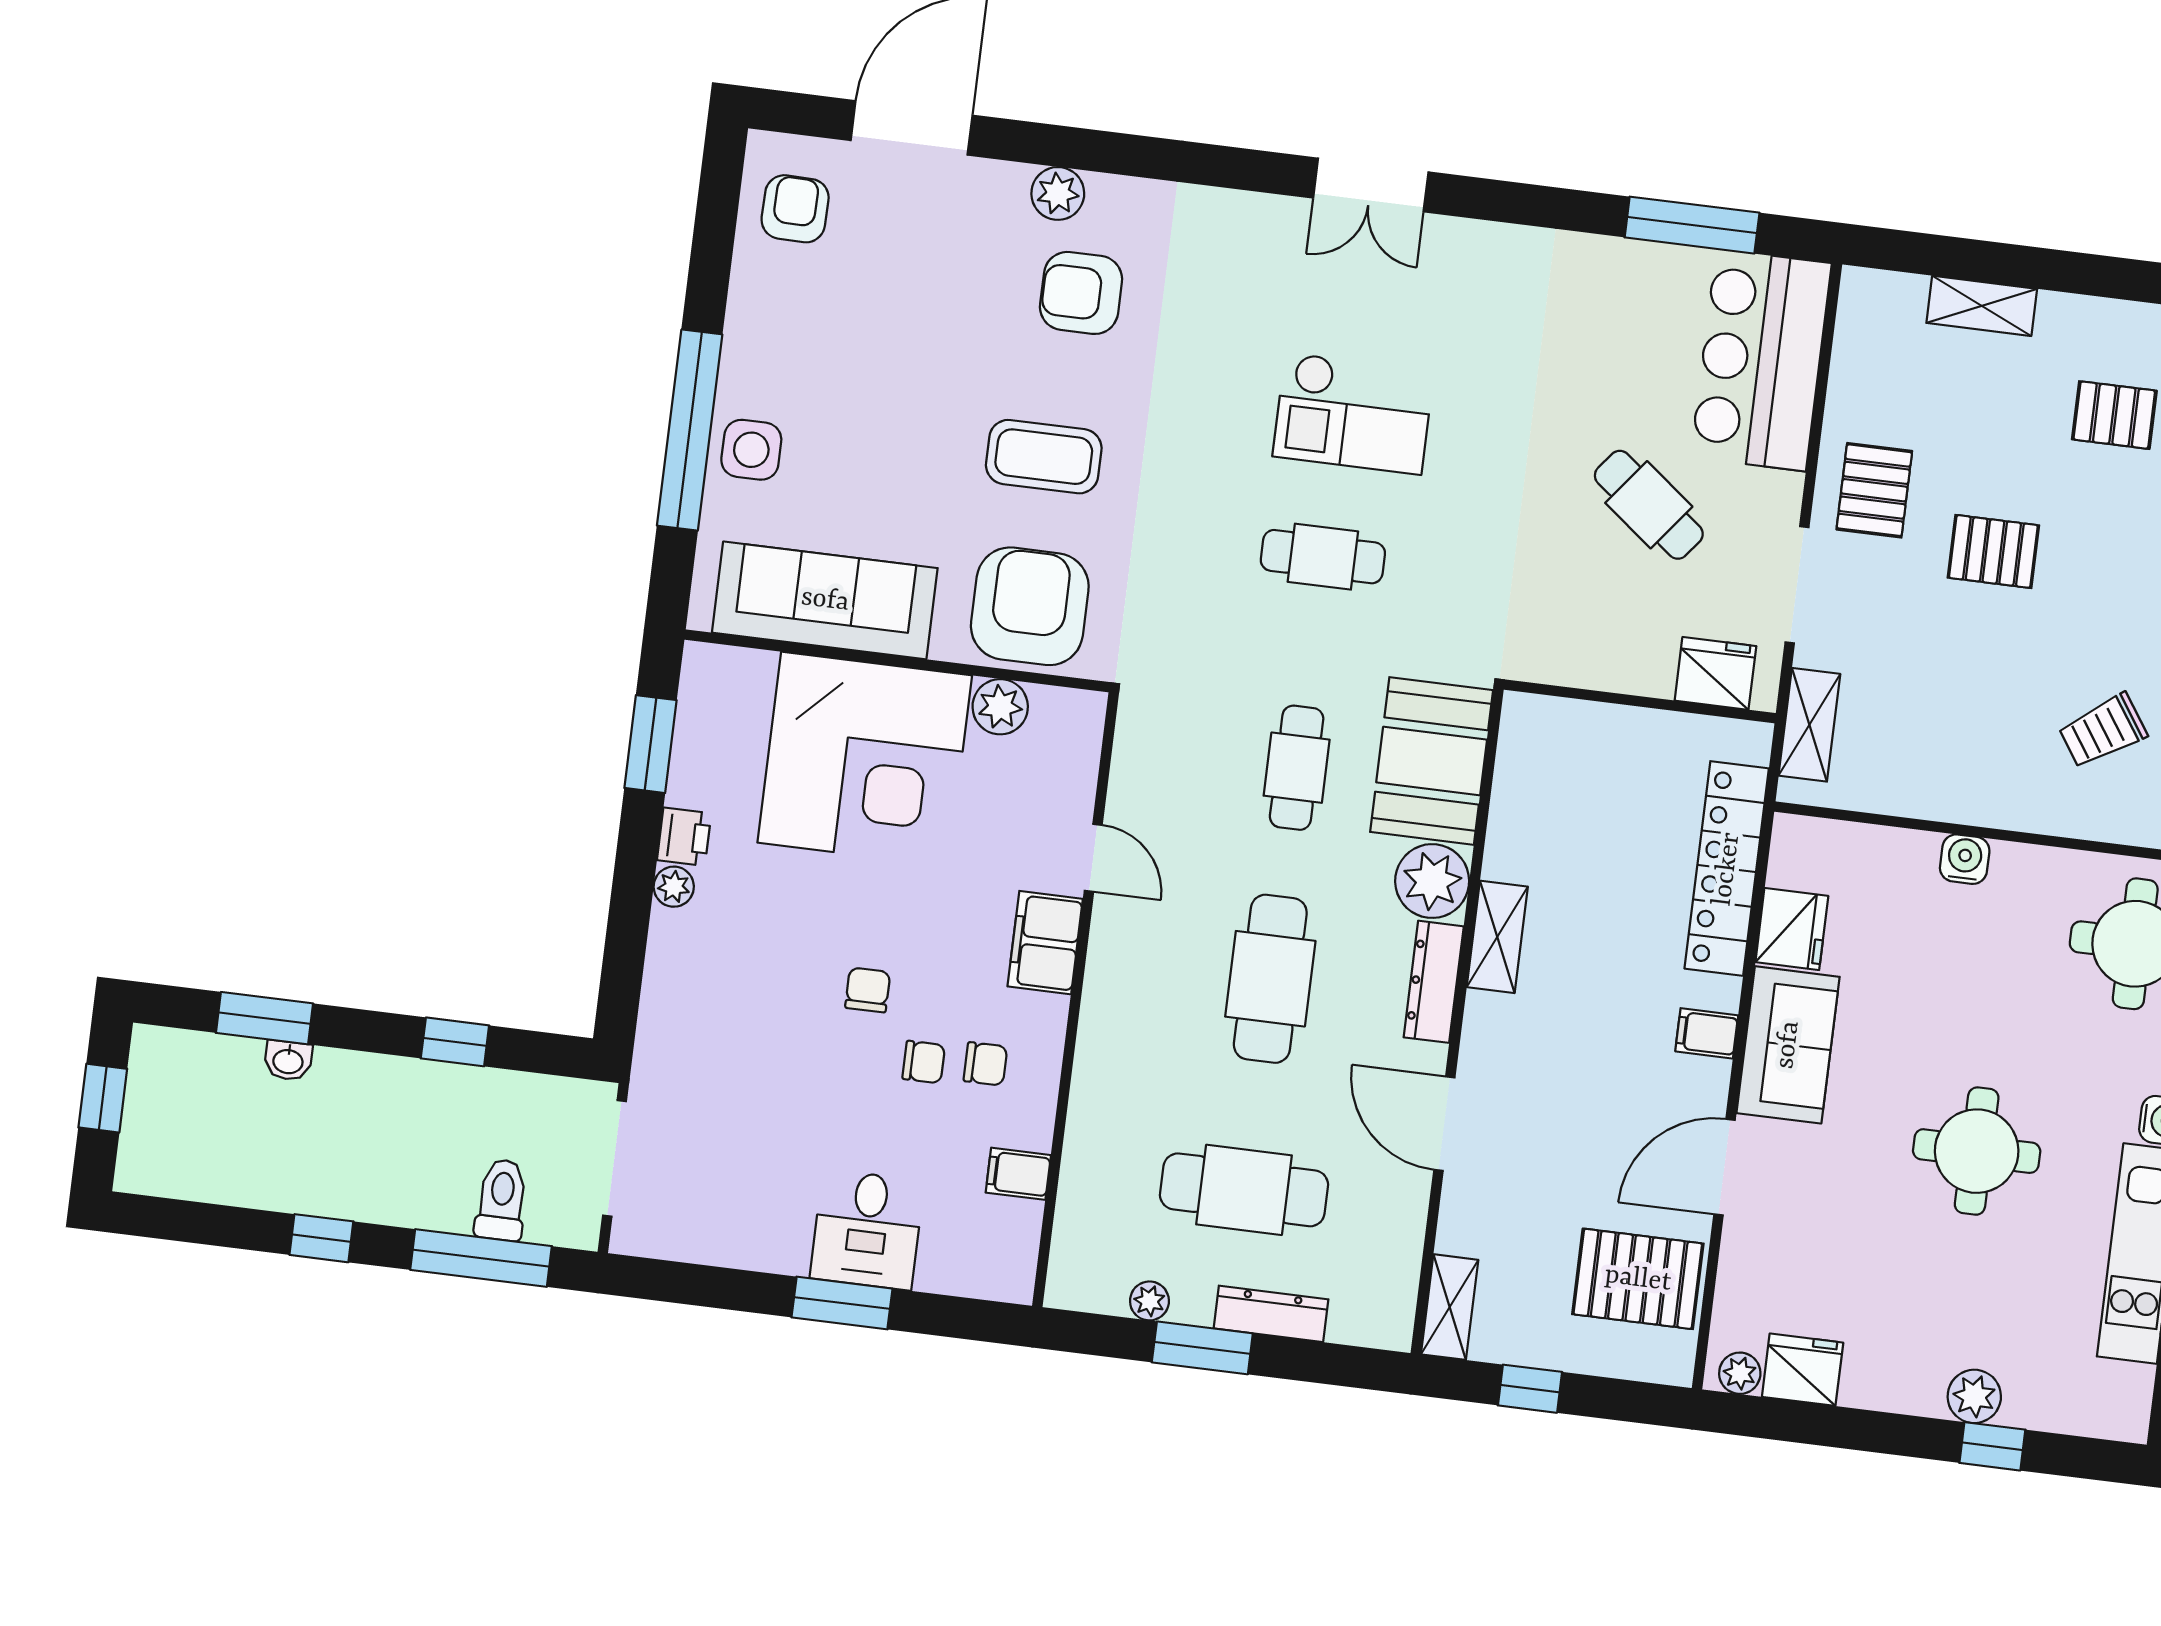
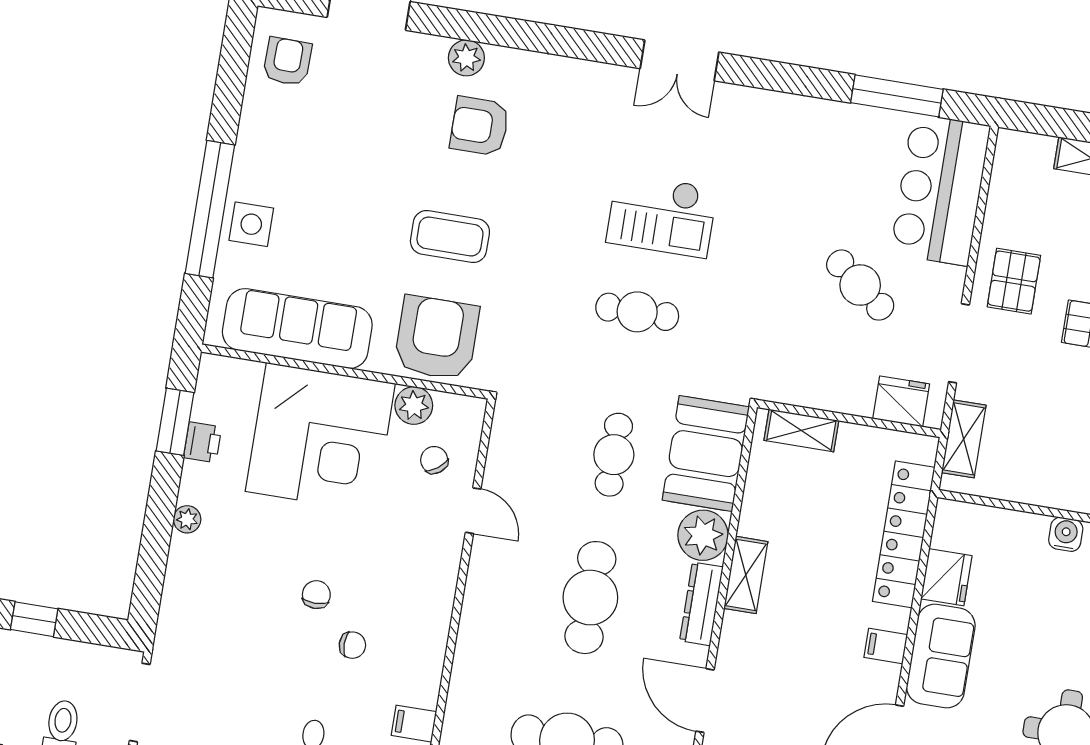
shelving: (1571, 722) -> (801, 430), added
printer: (684, 837) -> (203, 442), moved
filing cabinet: (1045, 943) -> (438, 567), removed
chair: (985, 1064) -> (434, 460), moved, turned -127

